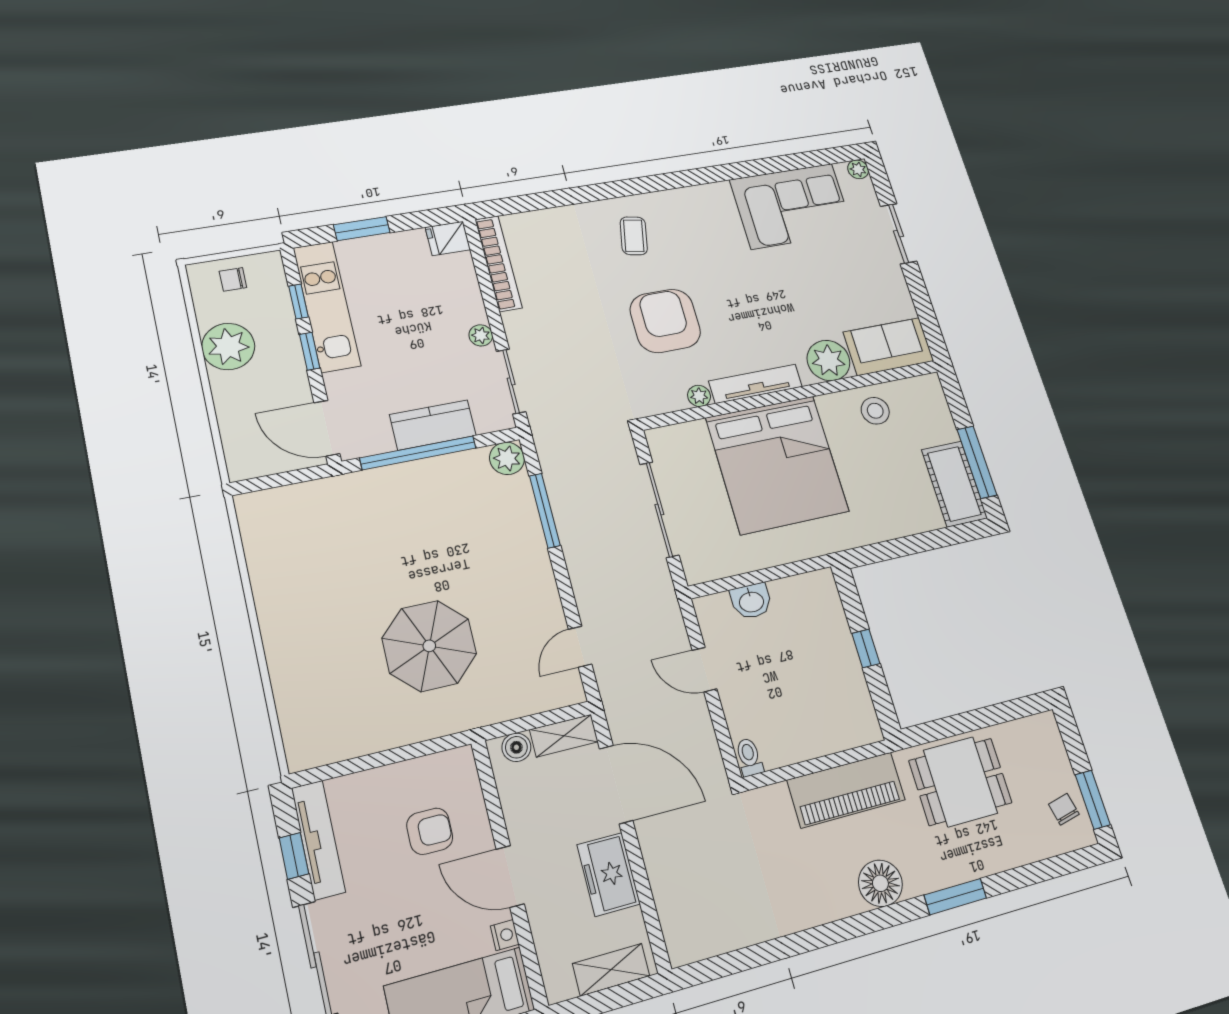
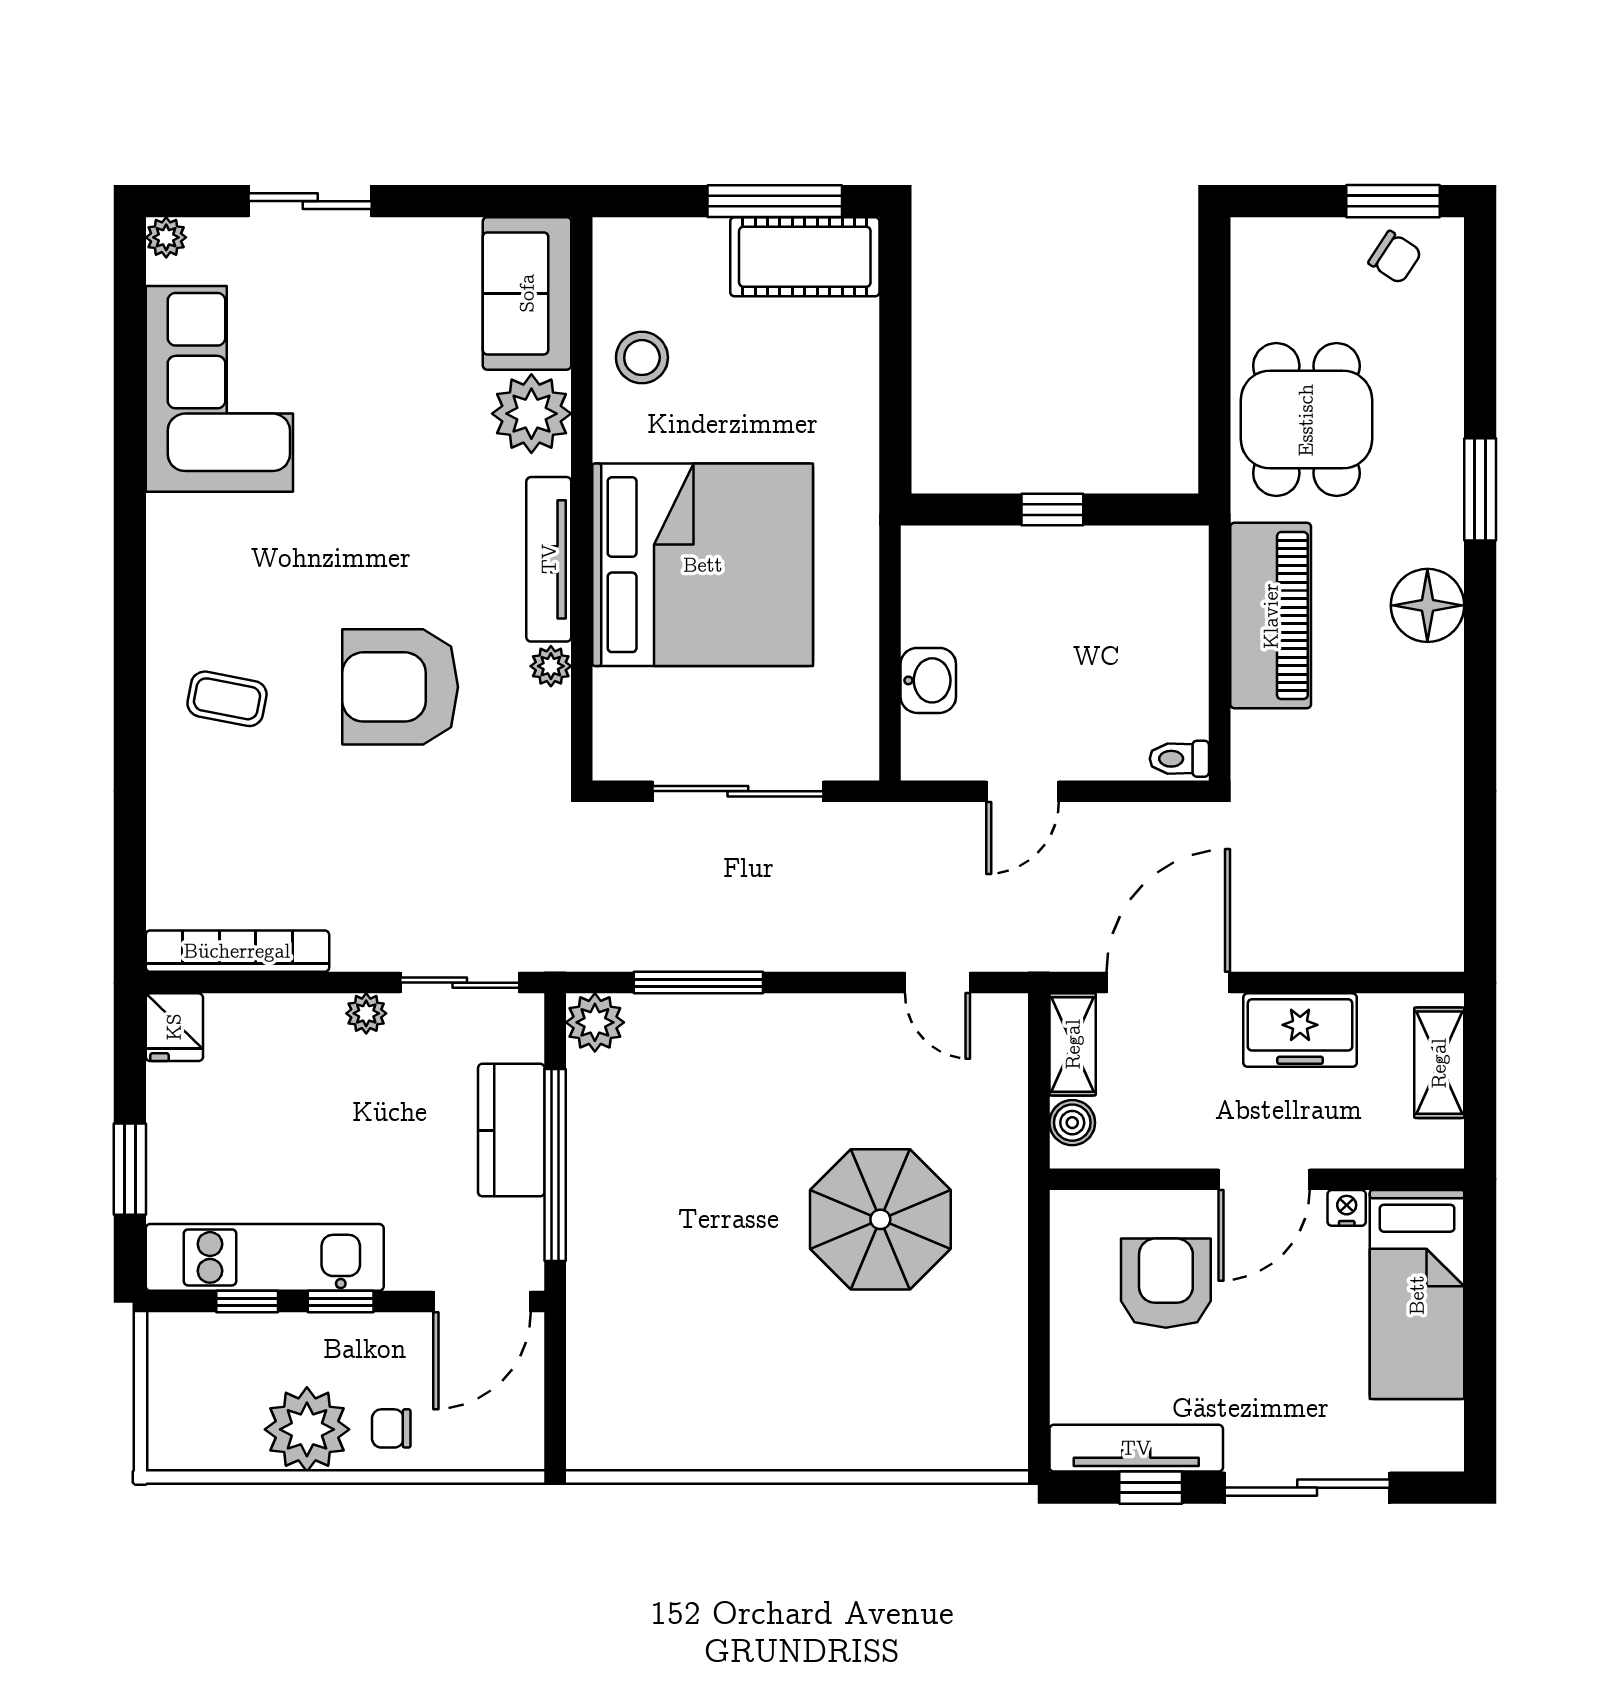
chair: (233, 279) -> (391, 1428), moved, turned 90
chair: (1064, 809) -> (1395, 257), turned -134
armchair: (430, 831) -> (1166, 1283), width x1.38, depth x1.38

